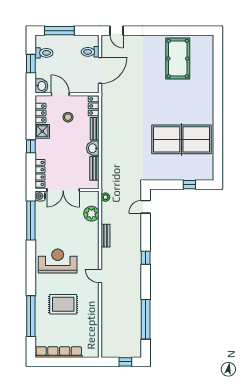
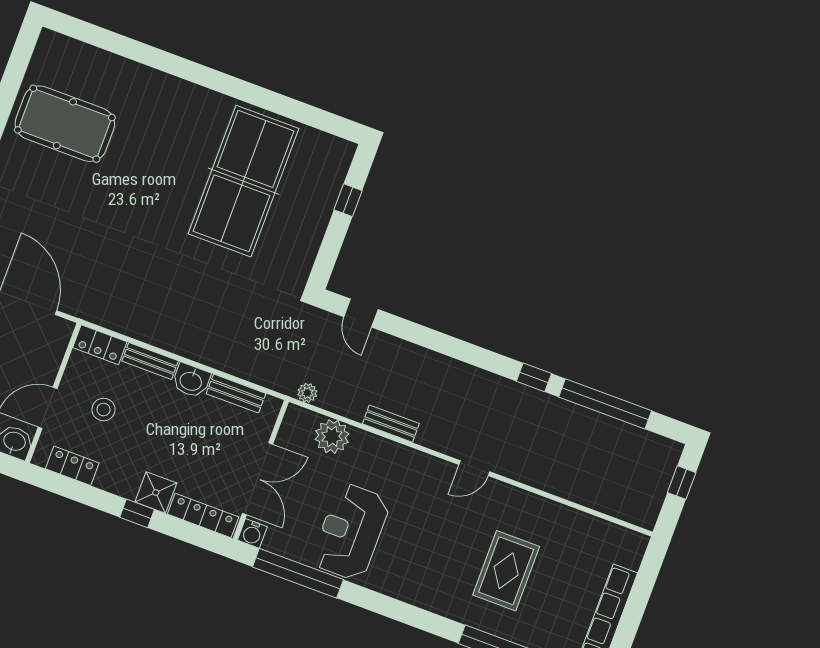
shower: (42, 131) -> (156, 493), moved
window: (146, 258) -> (534, 377), moved
reception desk: (58, 261) -> (351, 532), moved

